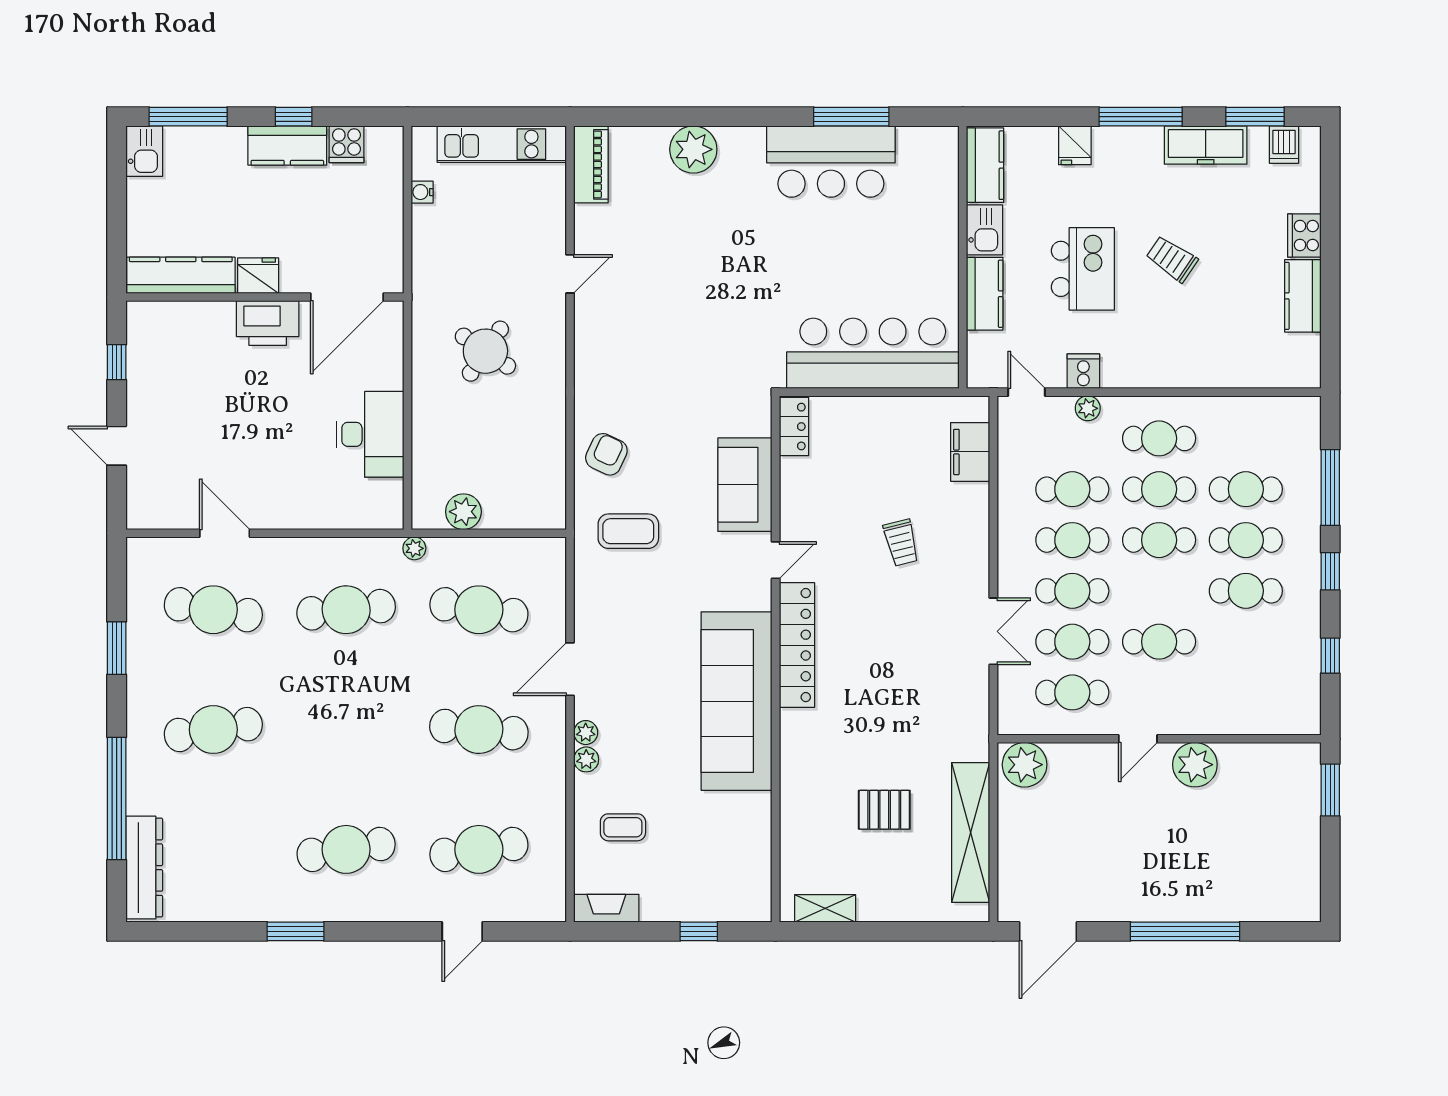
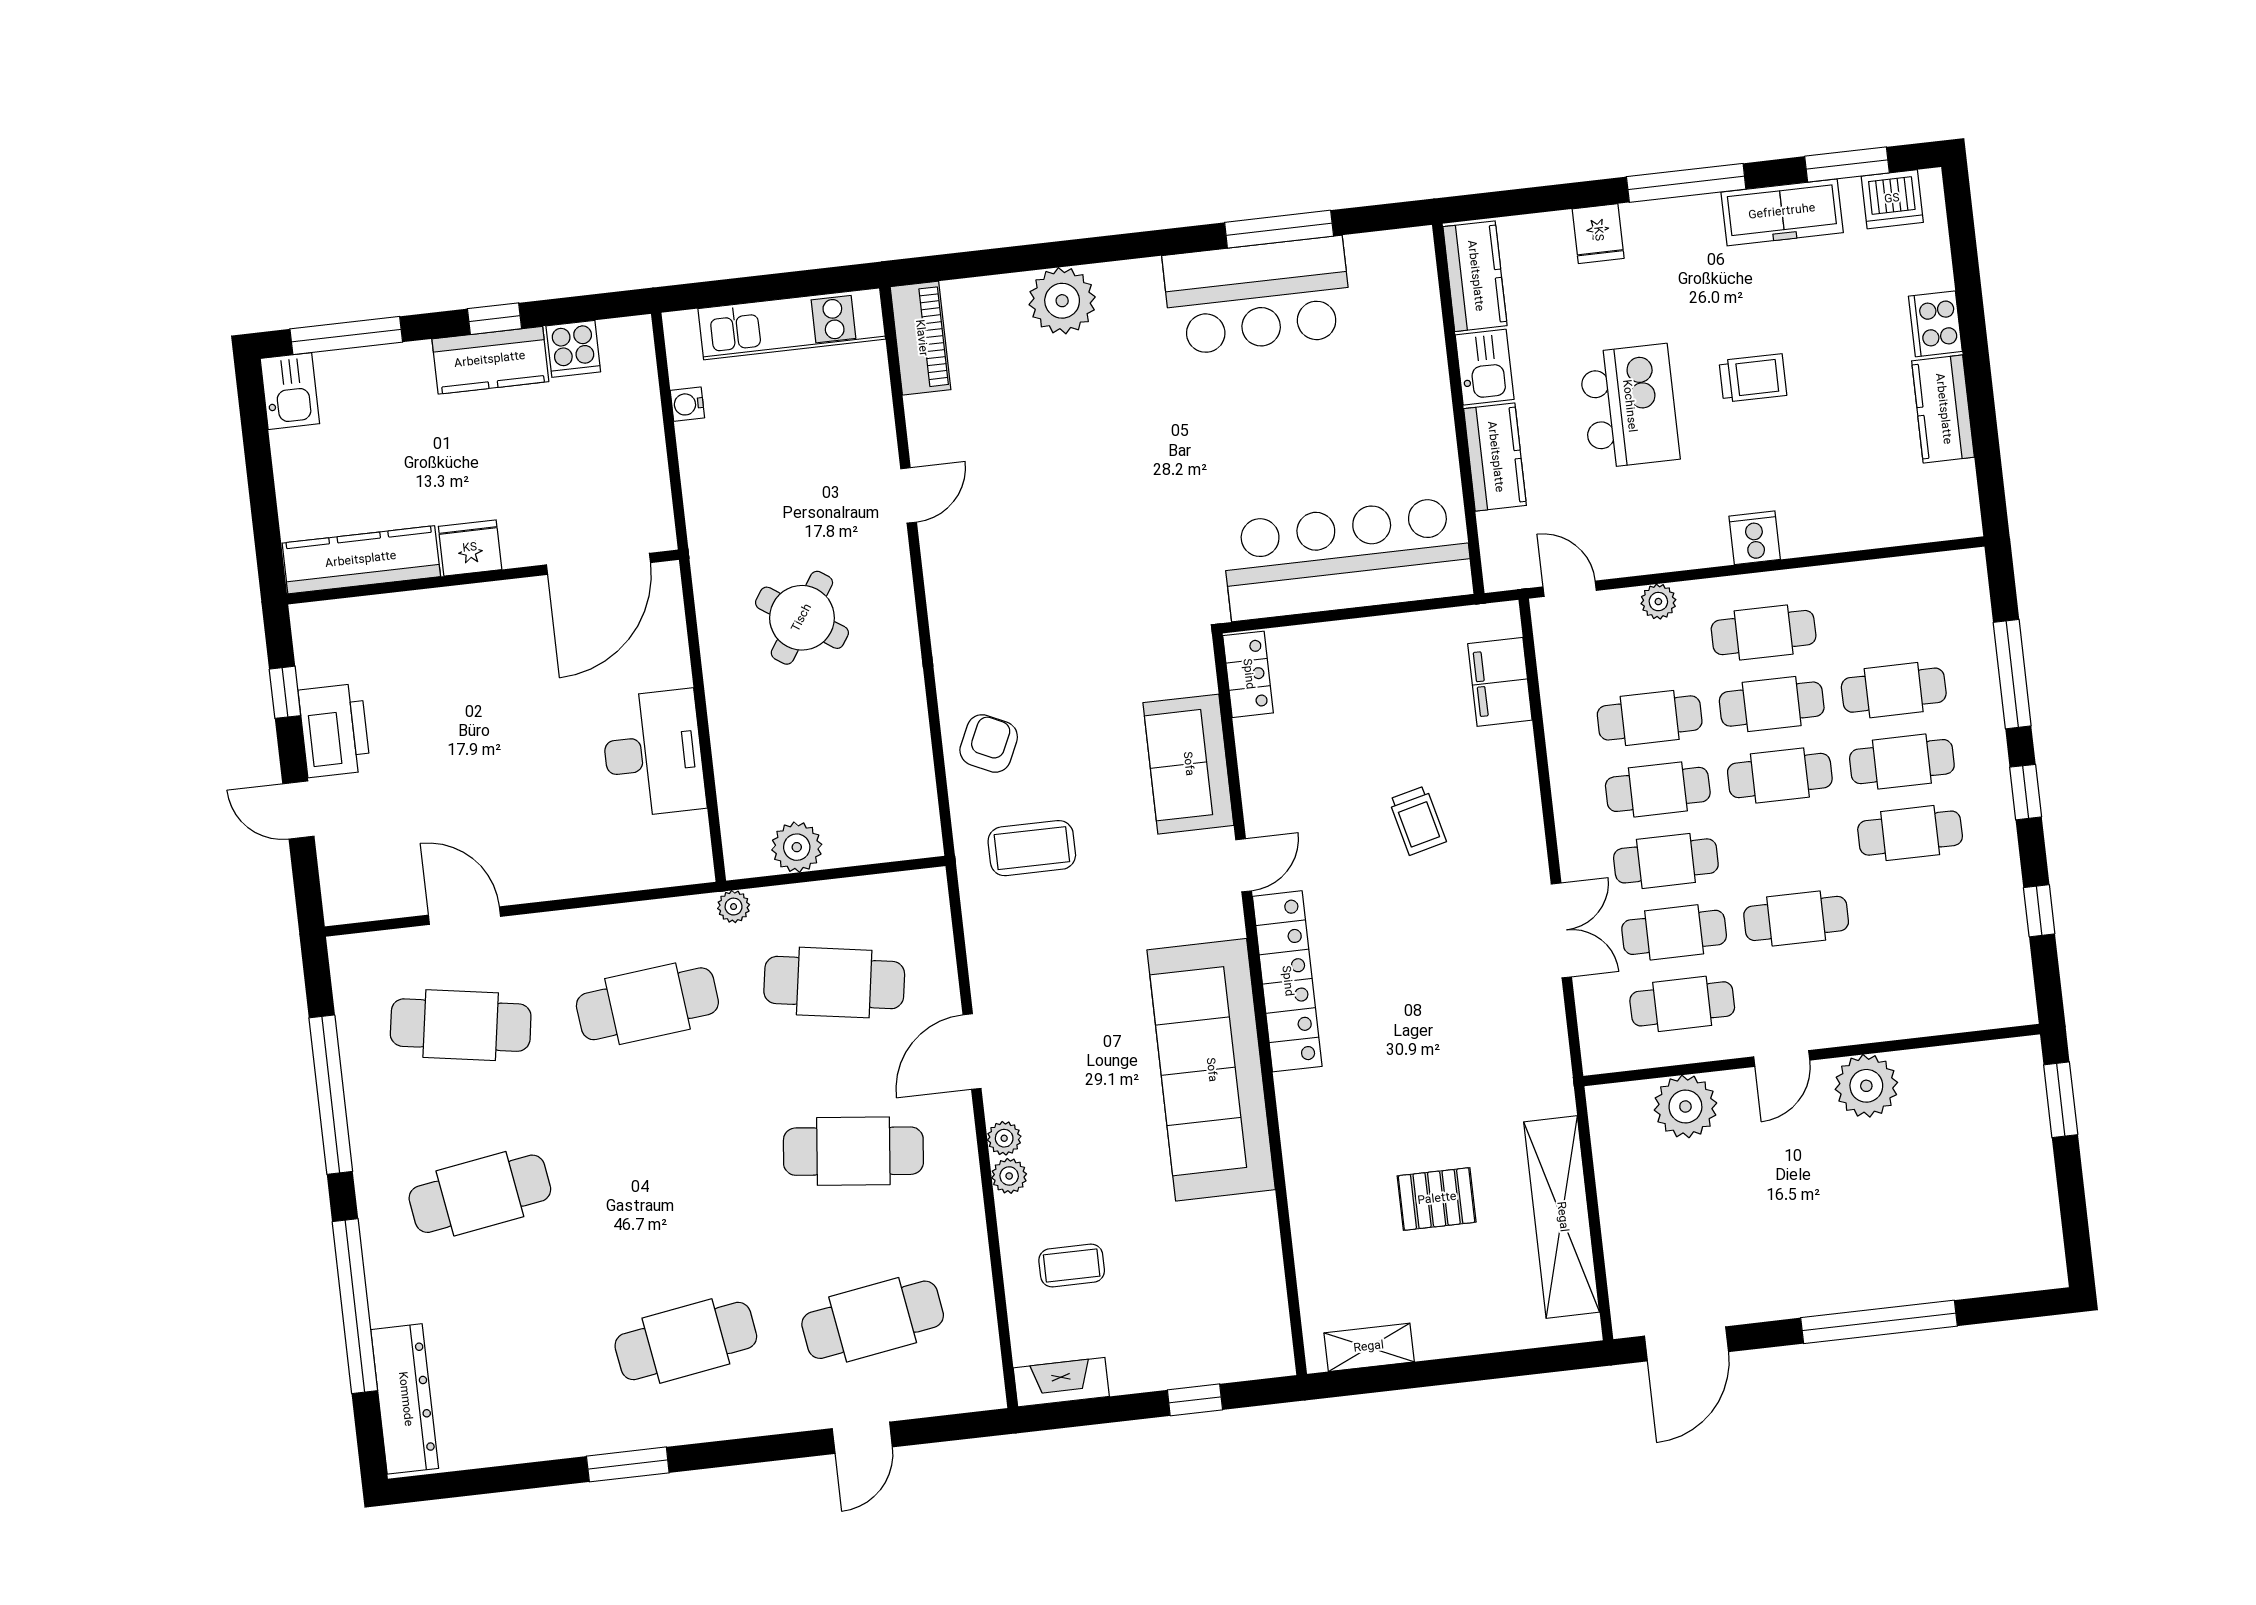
dishwasher: (1284, 145) -> (1892, 199), width x1.38
trolley: (1172, 259) -> (1753, 378), turned 146
printer: (268, 323) -> (334, 730), moved, turned -90
cooker: (1083, 371) -> (1755, 538), moved
window: (117, 648) -> (331, 1095), width x2.11
plant: (1025, 765) -> (1685, 1106), moved

